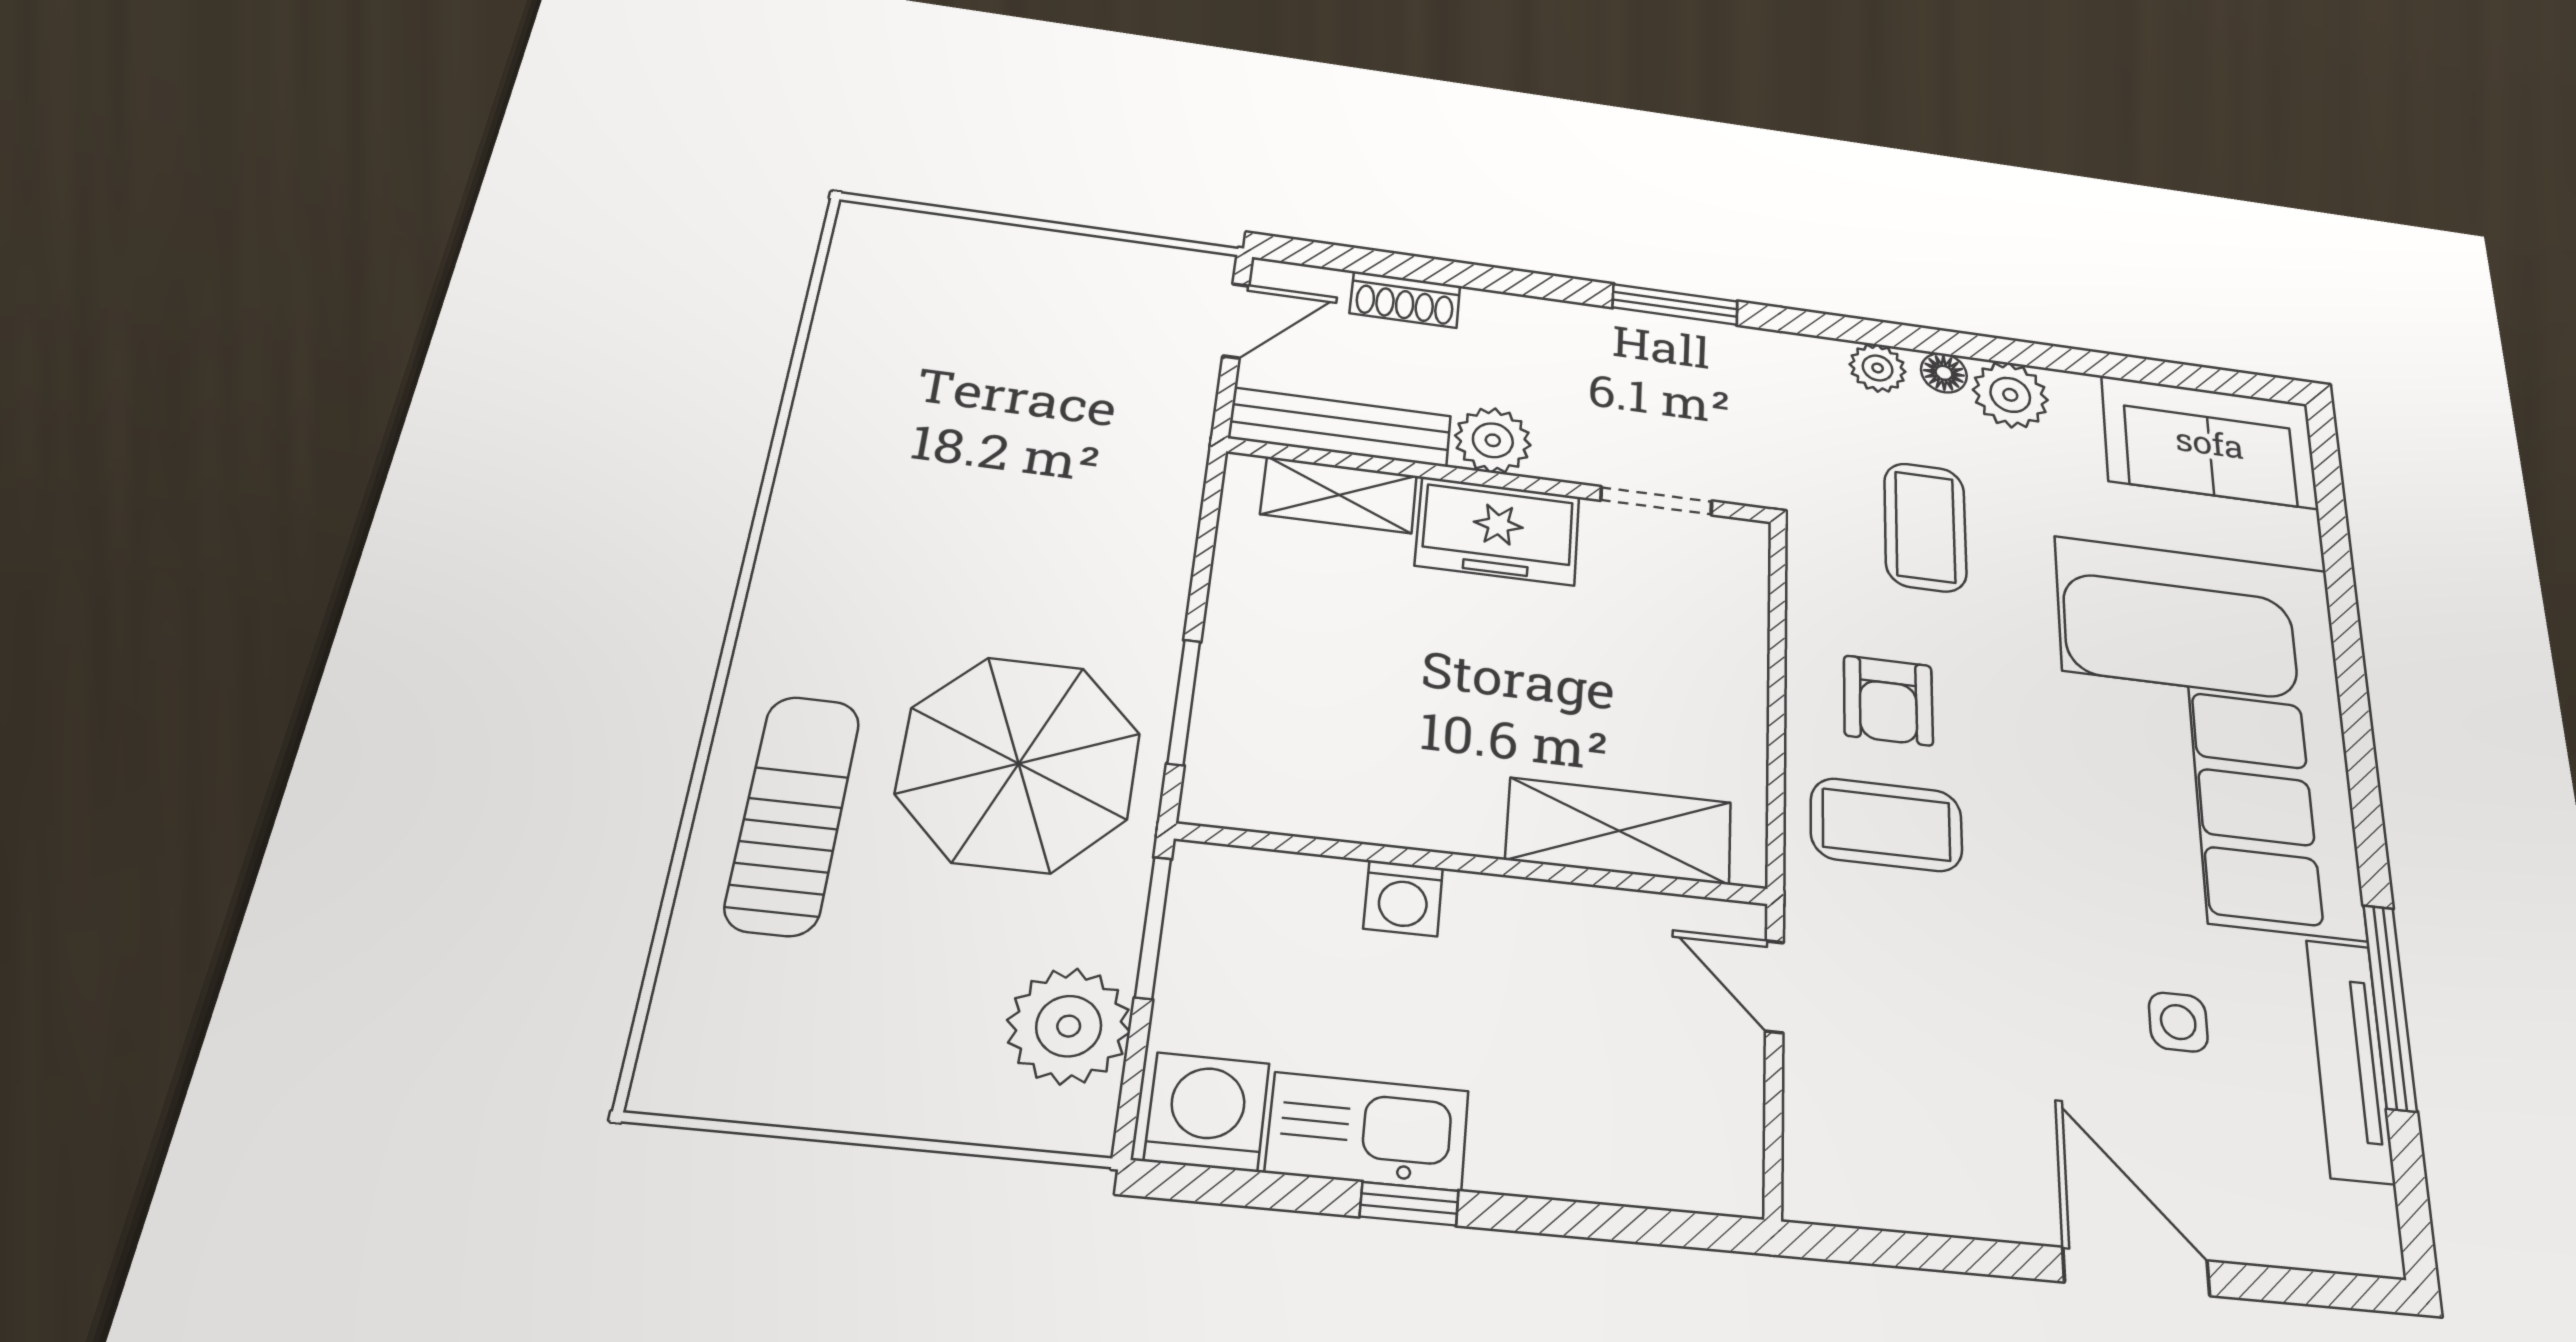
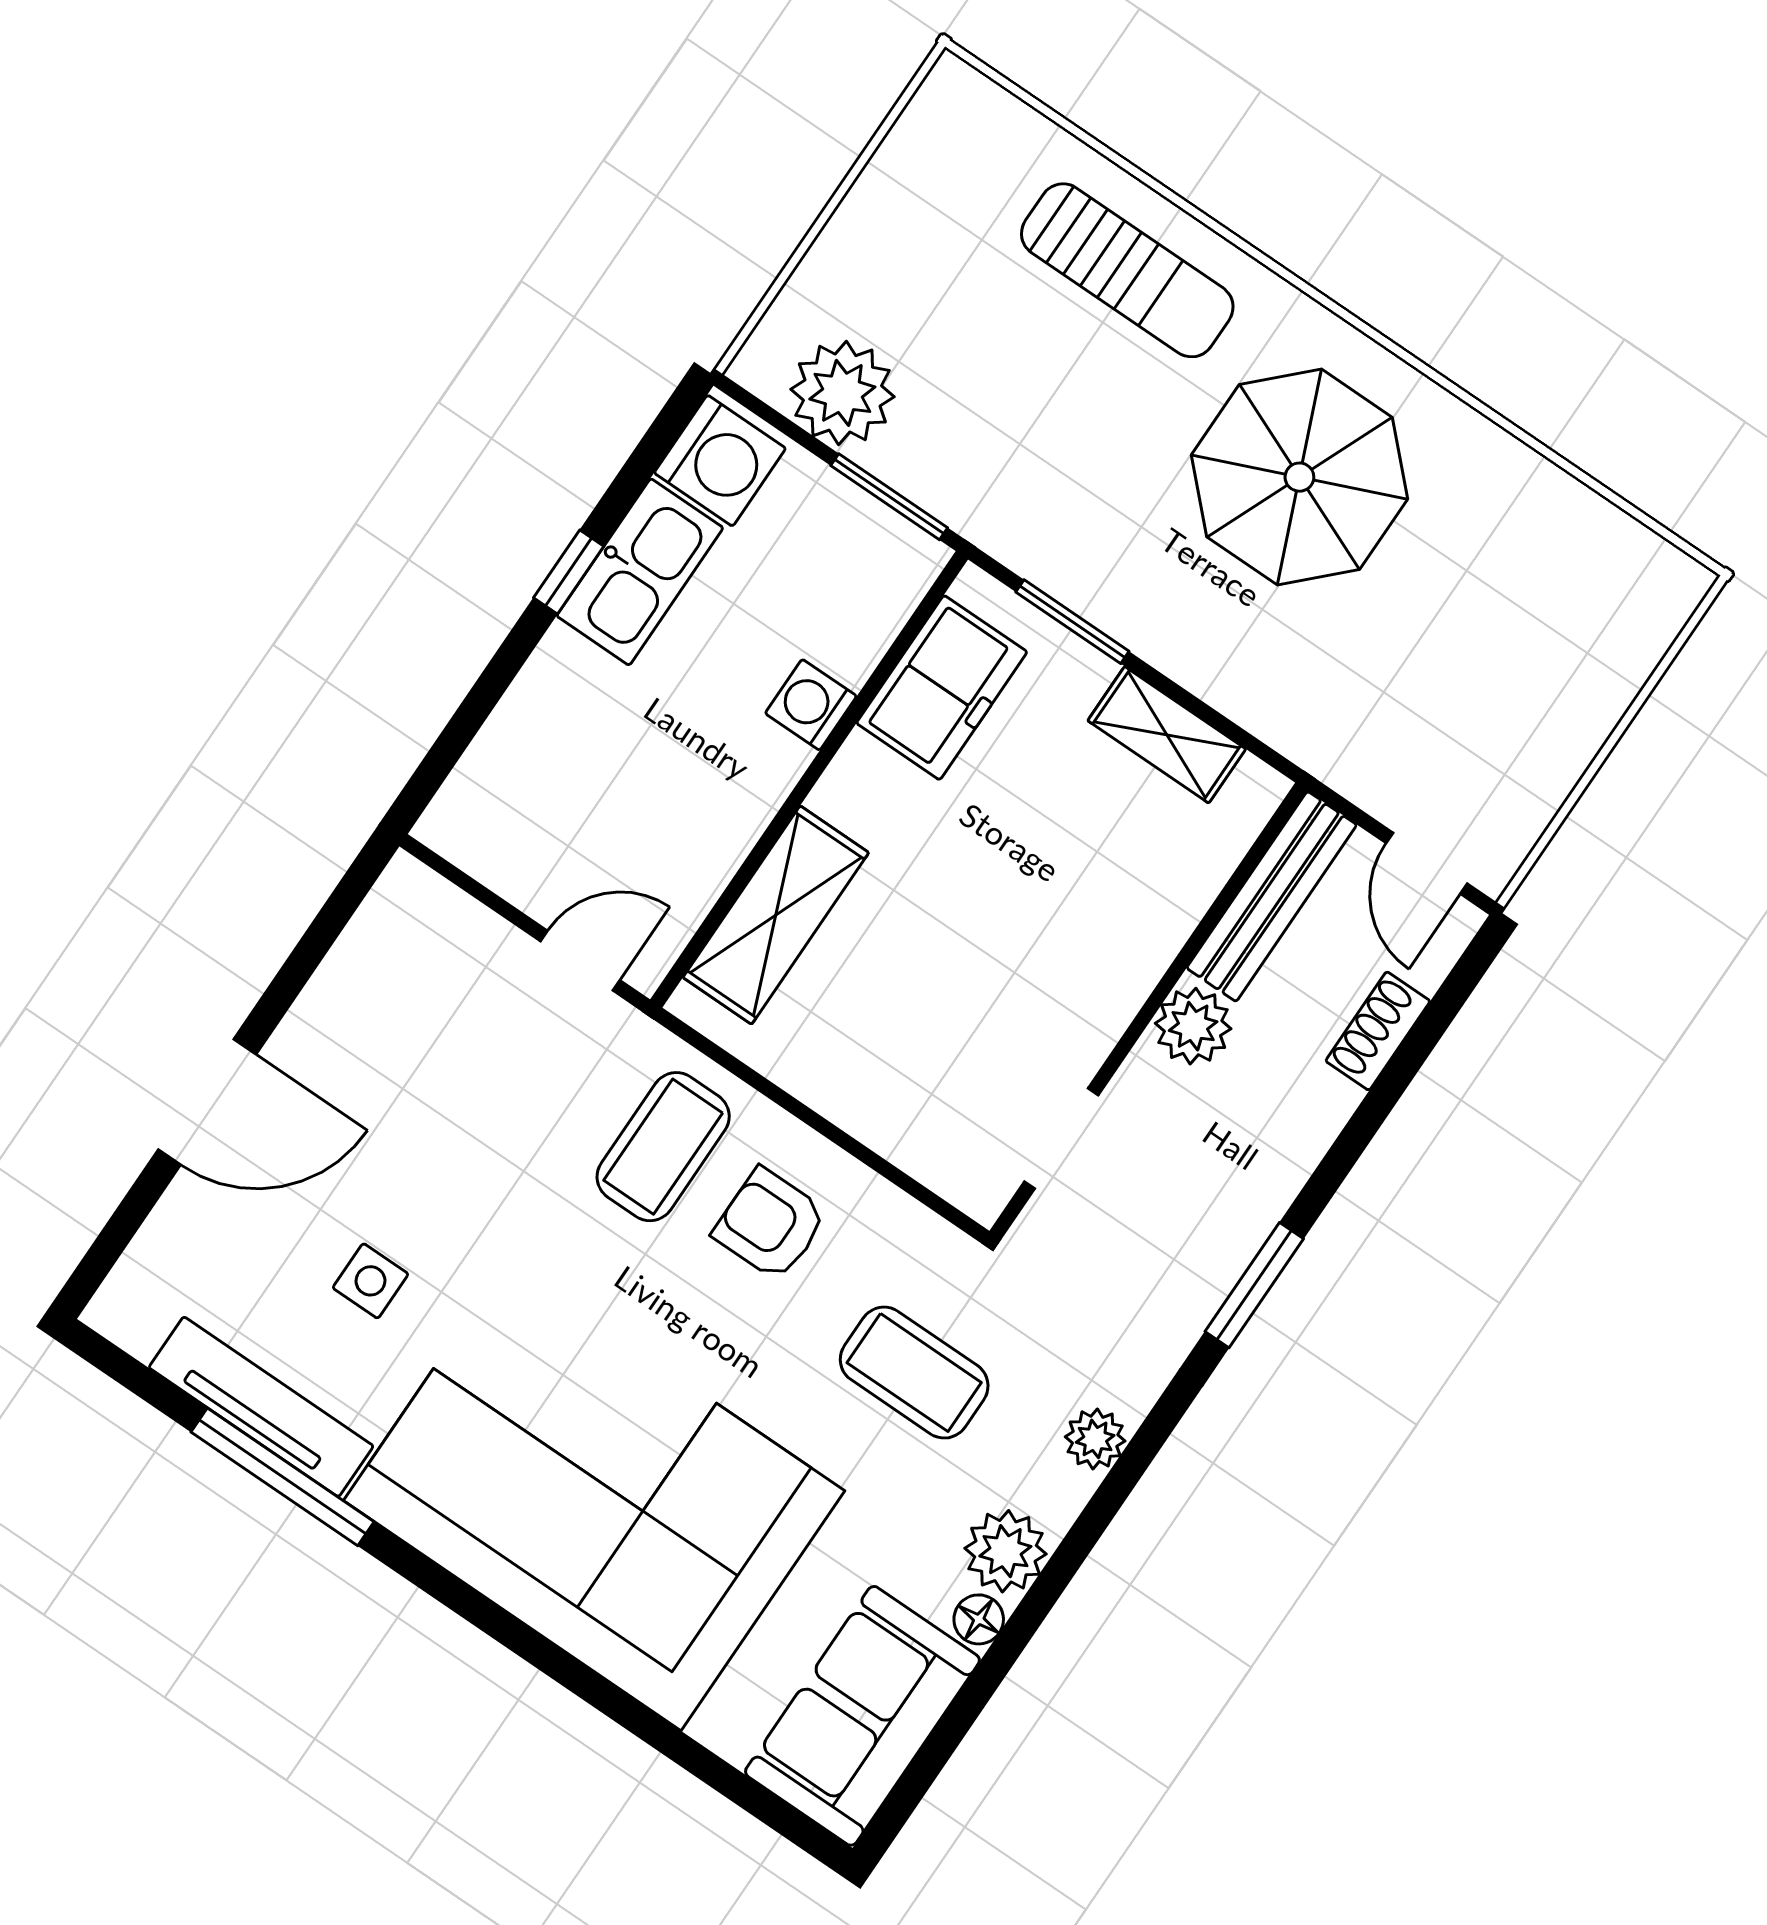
floor lamp: (1944, 373) -> (979, 1619), moved
shelving: (1339, 495) -> (1167, 735), moved, turned 90
freezer: (1498, 531) -> (942, 688), moved, turned 180
parasol: (1019, 764) -> (1299, 477), moved

